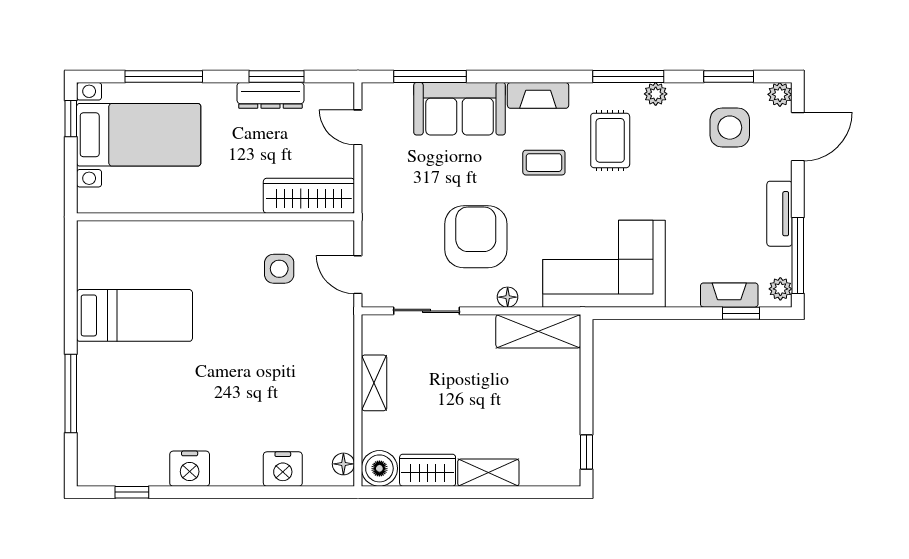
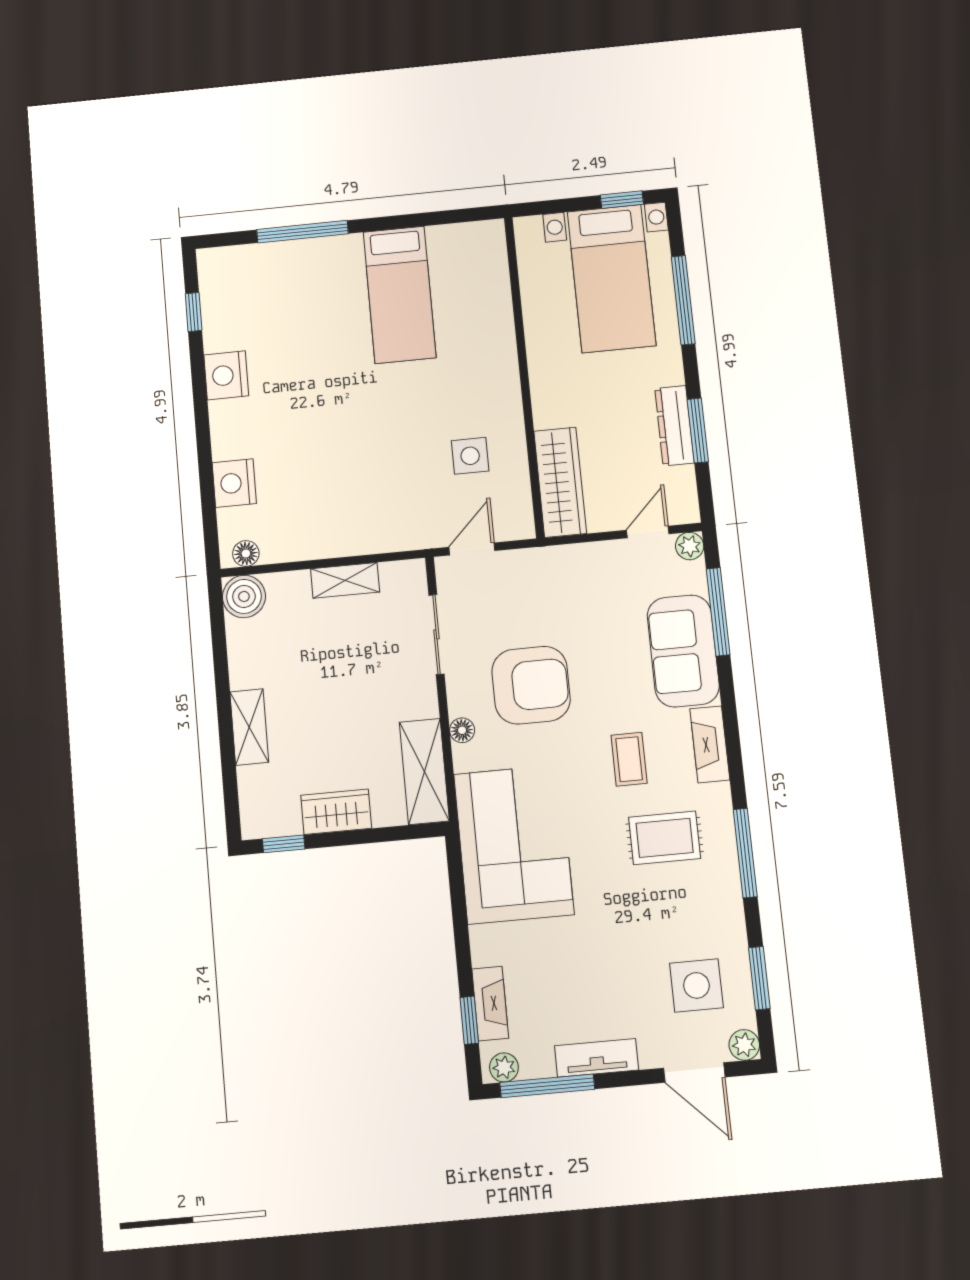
plant: (656, 94) -> (690, 546), moved
wardrobe: (428, 470) -> (336, 812), moved, turned -90

